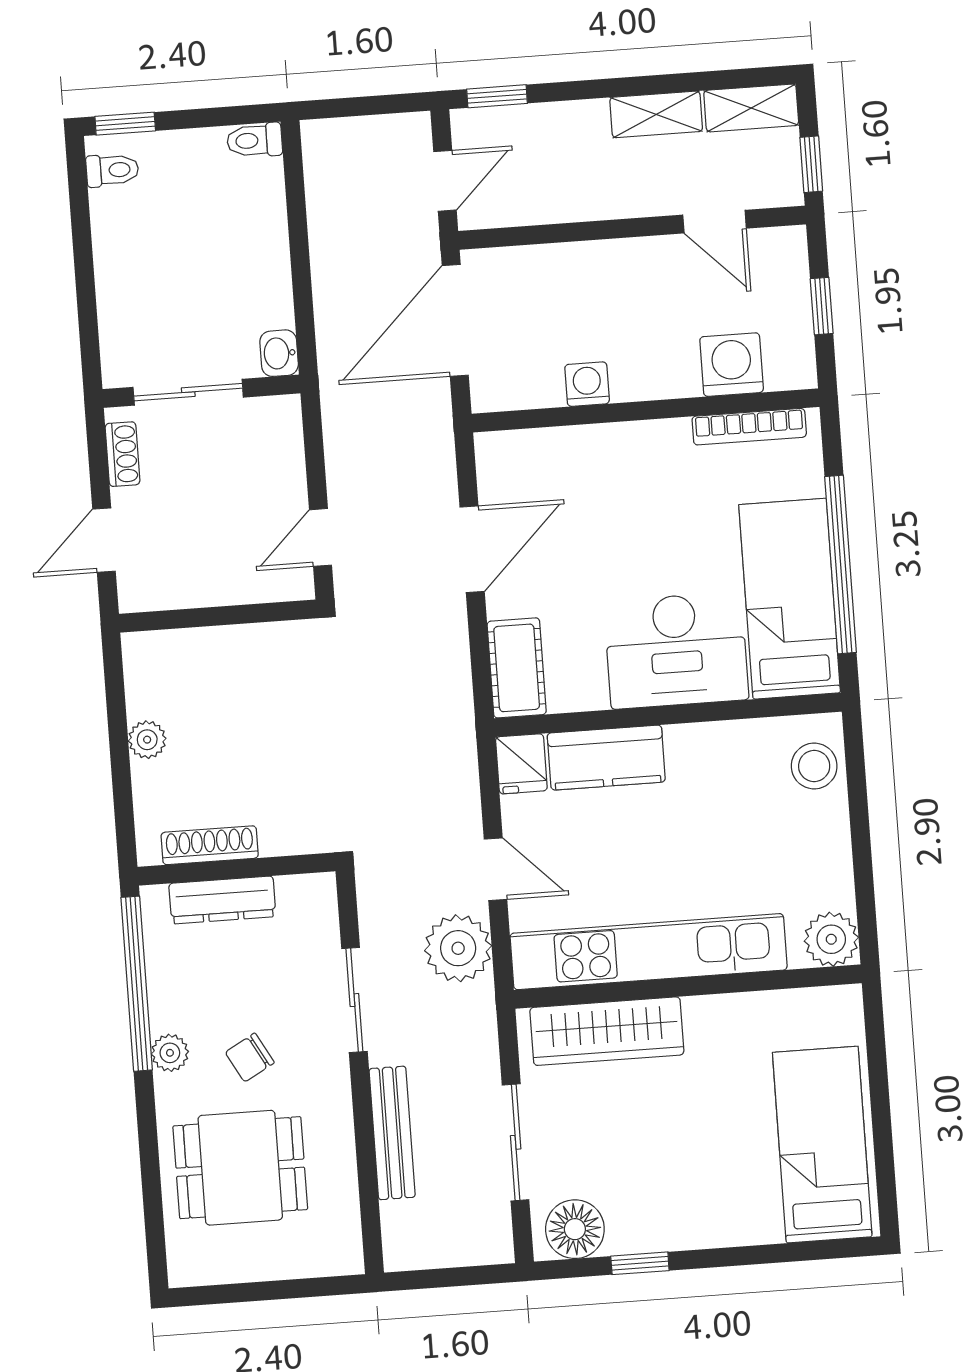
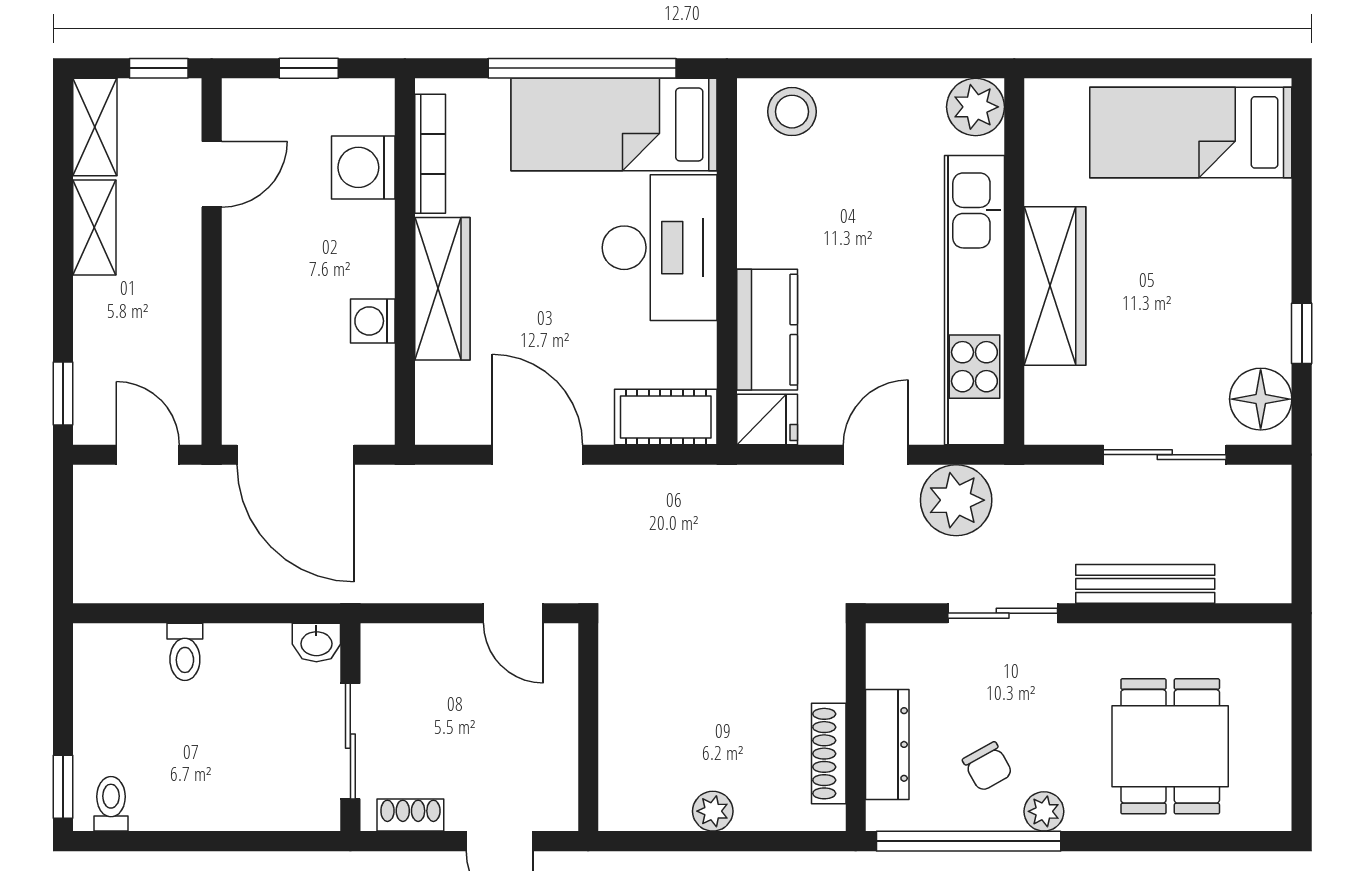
toilet: (255, 140) -> (185, 652), moved
wardrobe: (622, 448) -> (442, 289), added
wardrobe: (607, 1031) -> (1055, 286), moved
chair: (250, 1058) -> (988, 767), moved

